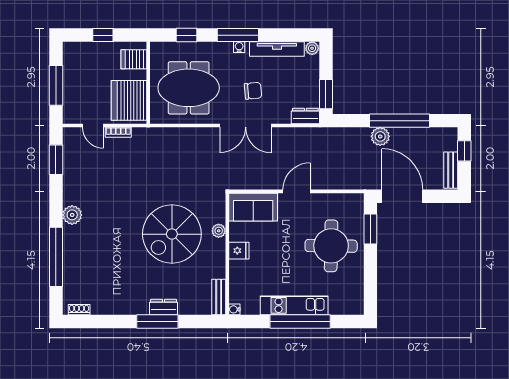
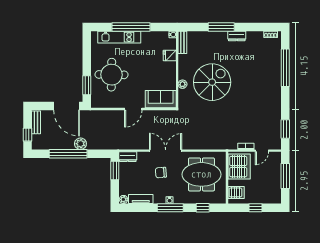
tv unit: (277, 49) -> (141, 199), width x0.71
door: (93, 126) -> (262, 151), swing flipped
plant: (72, 215) -> (275, 94), removed
fridge: (239, 251) -> (170, 55), moved
kitchen unit: (294, 305) -> (119, 37), moved
dresser: (163, 307) -> (237, 36), moved

